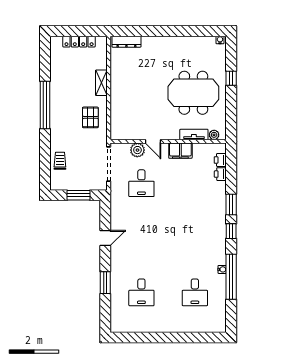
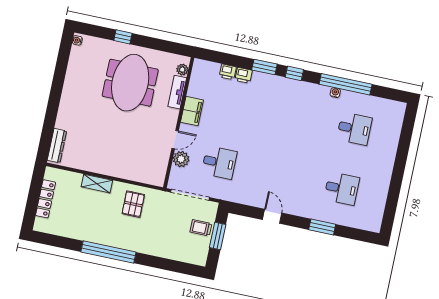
pallet: (90, 117) -> (133, 204), turned 90
printer: (220, 160) -> (244, 75), moved
trolley: (60, 161) -> (201, 228), moved

